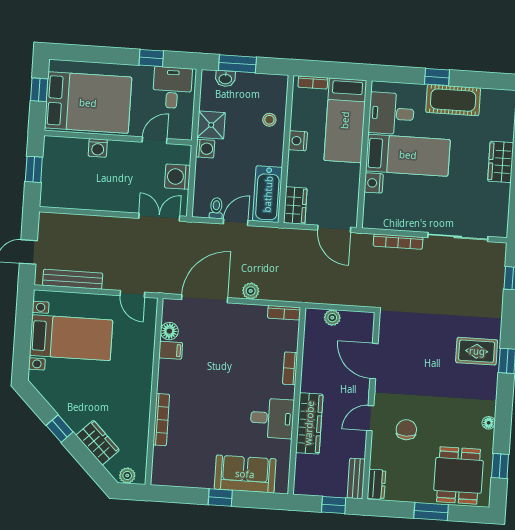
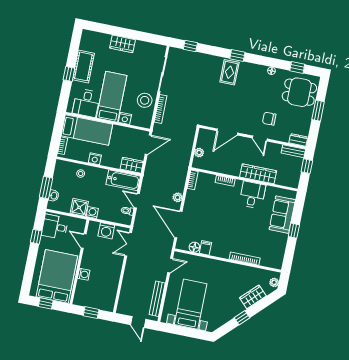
stool: (409, 213) -> (145, 100), added

